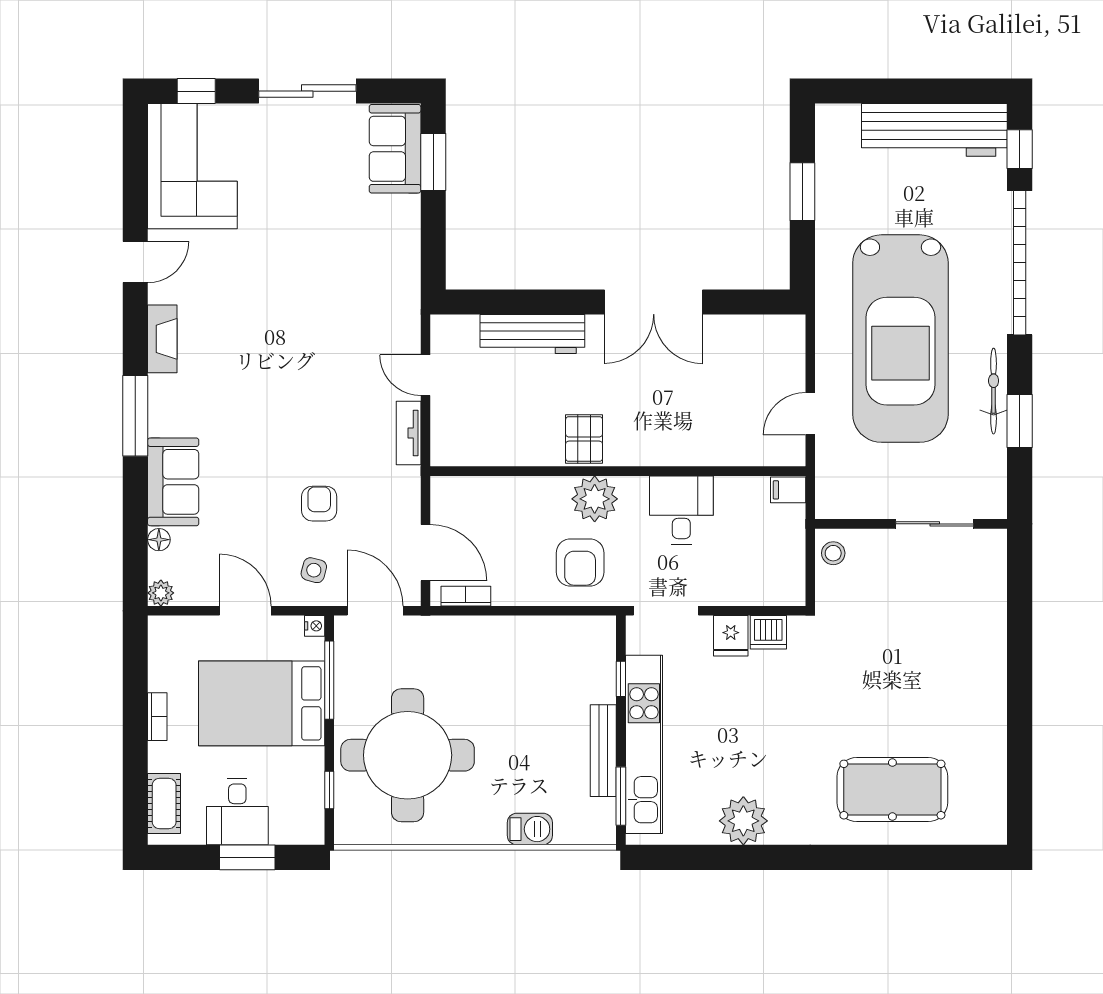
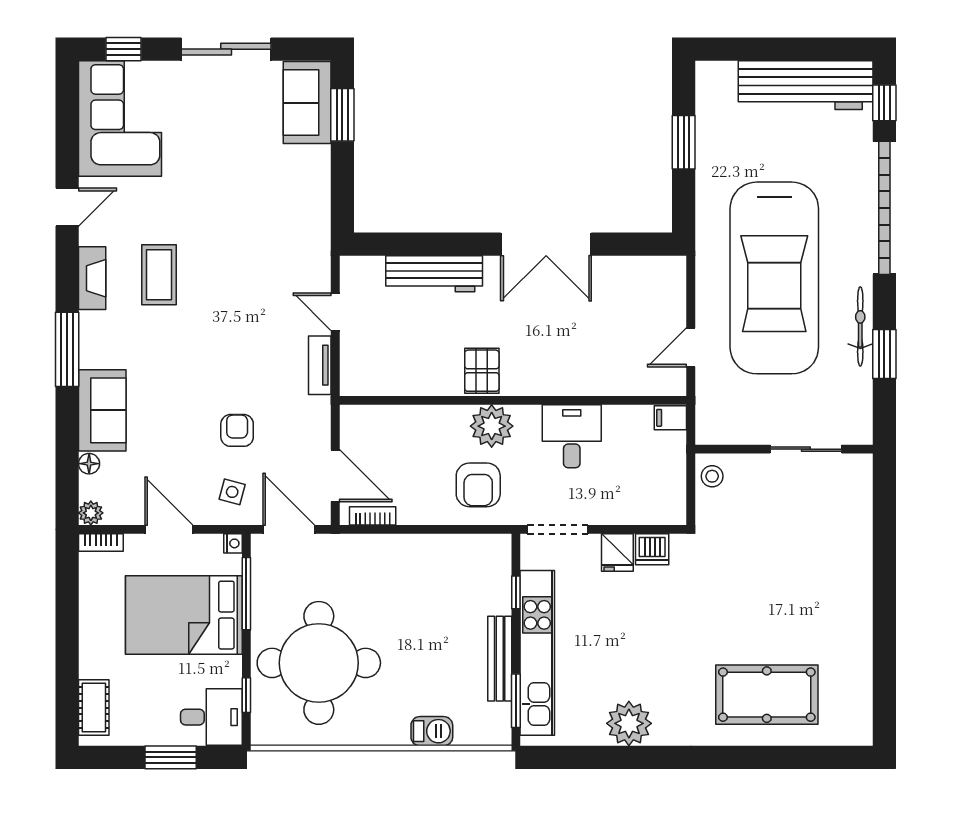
coffee table: (235, 335) -> (159, 275), added
bookcase: (157, 717) -> (101, 543), moved, turned 90
desk: (237, 812) -> (211, 717), moved, turned -90

